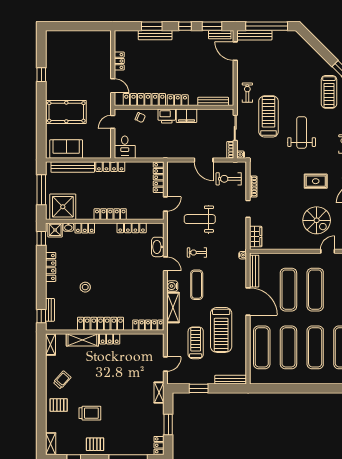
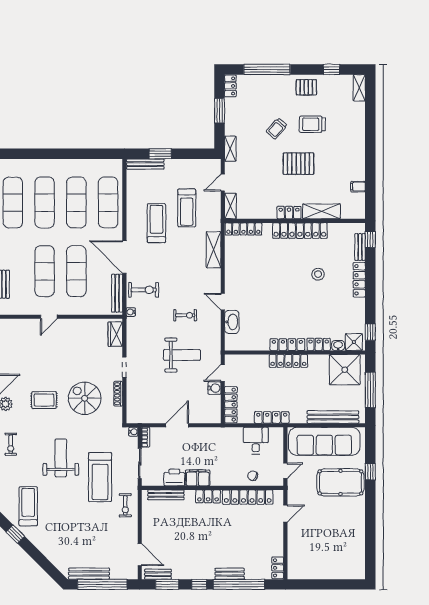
window: (152, 26) -> (239, 584), width x2.11
bench: (155, 35) -> (230, 574), width x0.73
bench: (255, 35) -> (89, 574), moved
locker: (119, 61) -> (278, 568), moved
window: (41, 75) -> (370, 472), moved
door: (113, 86) -> (285, 514), swing flipped
printer: (167, 116) -> (174, 478), moved
weight bench: (302, 132) -> (61, 458), turned 180
desk: (125, 147) -> (256, 441), moved
sofa: (66, 149) -> (324, 441), width x1.85, depth x1.27
door: (204, 160) -> (177, 425), hinge flipped
locker: (110, 167) -> (272, 417), moved
exercise bike: (229, 179) -> (144, 290), moved
spiral stairs: (317, 220) -> (85, 398), moved
locker: (132, 228) -> (287, 345), moved
door: (328, 251) -> (49, 317), moved
locker: (51, 267) -> (359, 280), moved
exercise mat: (197, 285) -> (186, 277), removed
water cooler: (172, 286) -> (214, 388), moved
treadmill: (221, 330) -> (156, 223), width x0.73, depth x0.73
shelving: (50, 344) -> (230, 206), moved
filing cabinet: (52, 361) -> (358, 187), added
trolley: (62, 380) -> (277, 128), moved
window: (199, 388) -> (160, 154), moved
pallet: (59, 405) -> (298, 164), moved, width x1.50, depth x1.42

